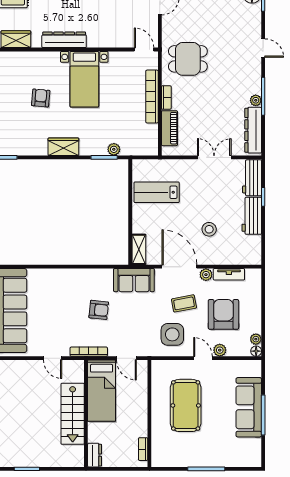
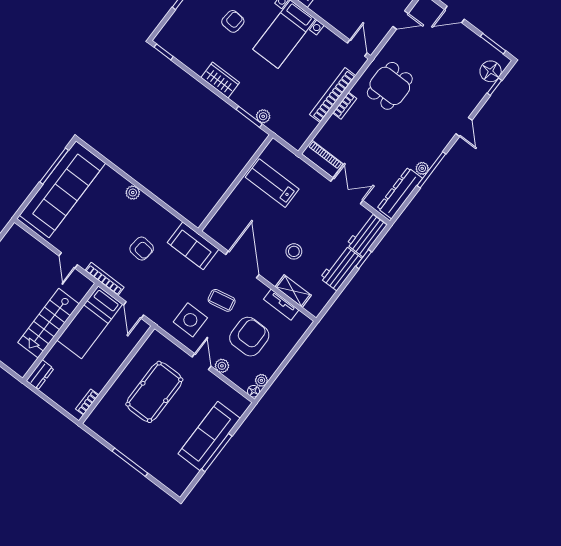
dining table: (188, 59) -> (390, 86), turned 90
piano: (169, 128) -> (322, 159), moved, turned -90
shelving: (139, 249) -> (293, 291), moved, turned 90
plant: (206, 275) -> (133, 193), moved

